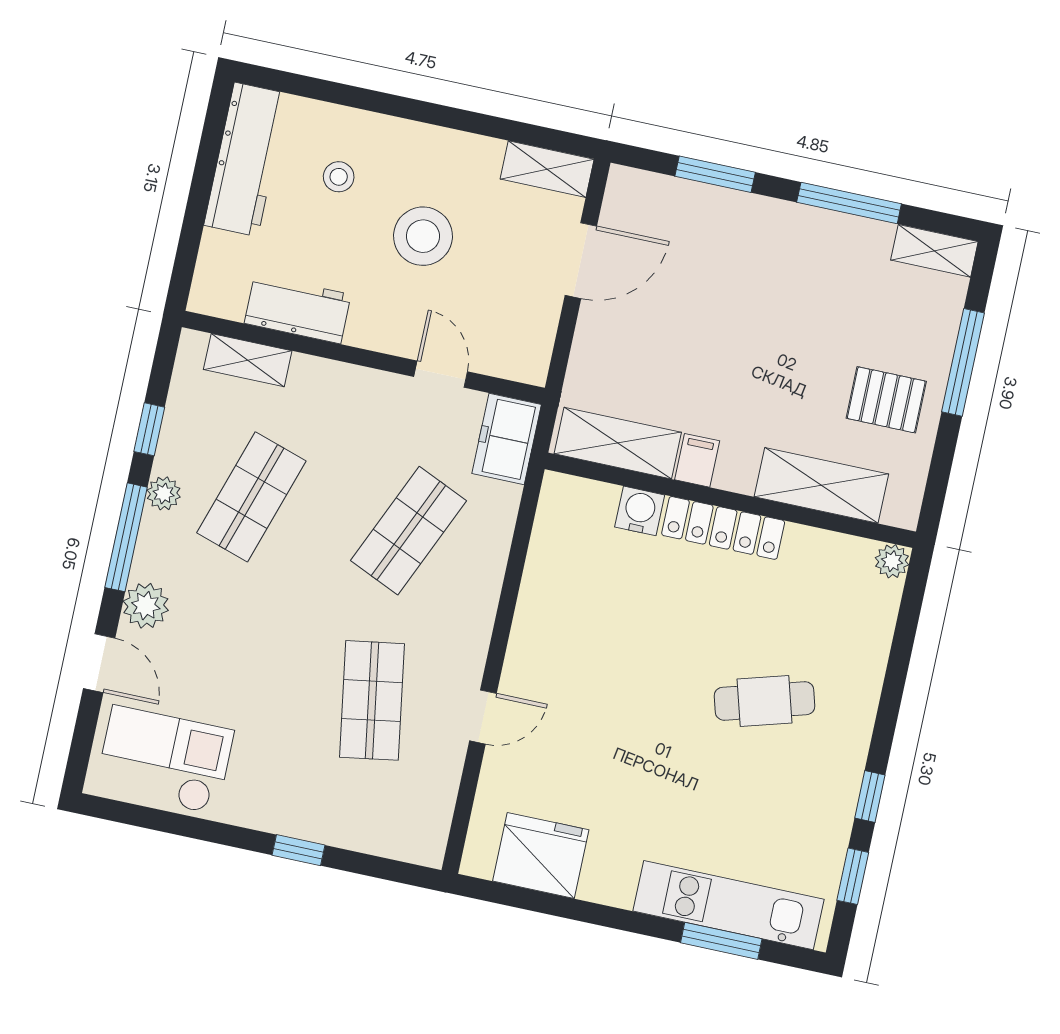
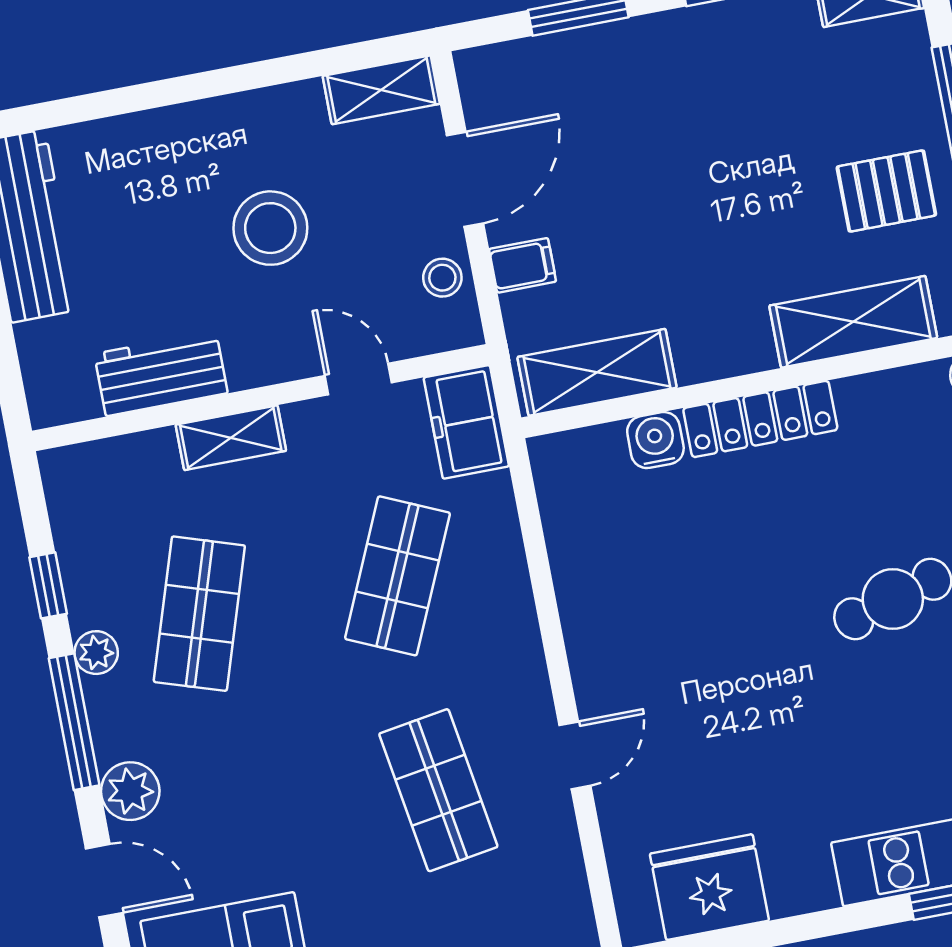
stool: (339, 177) -> (442, 278), moved
shelving: (248, 360) -> (231, 438), moved
filing cabinet: (697, 460) -> (523, 265), moved, turned 90

